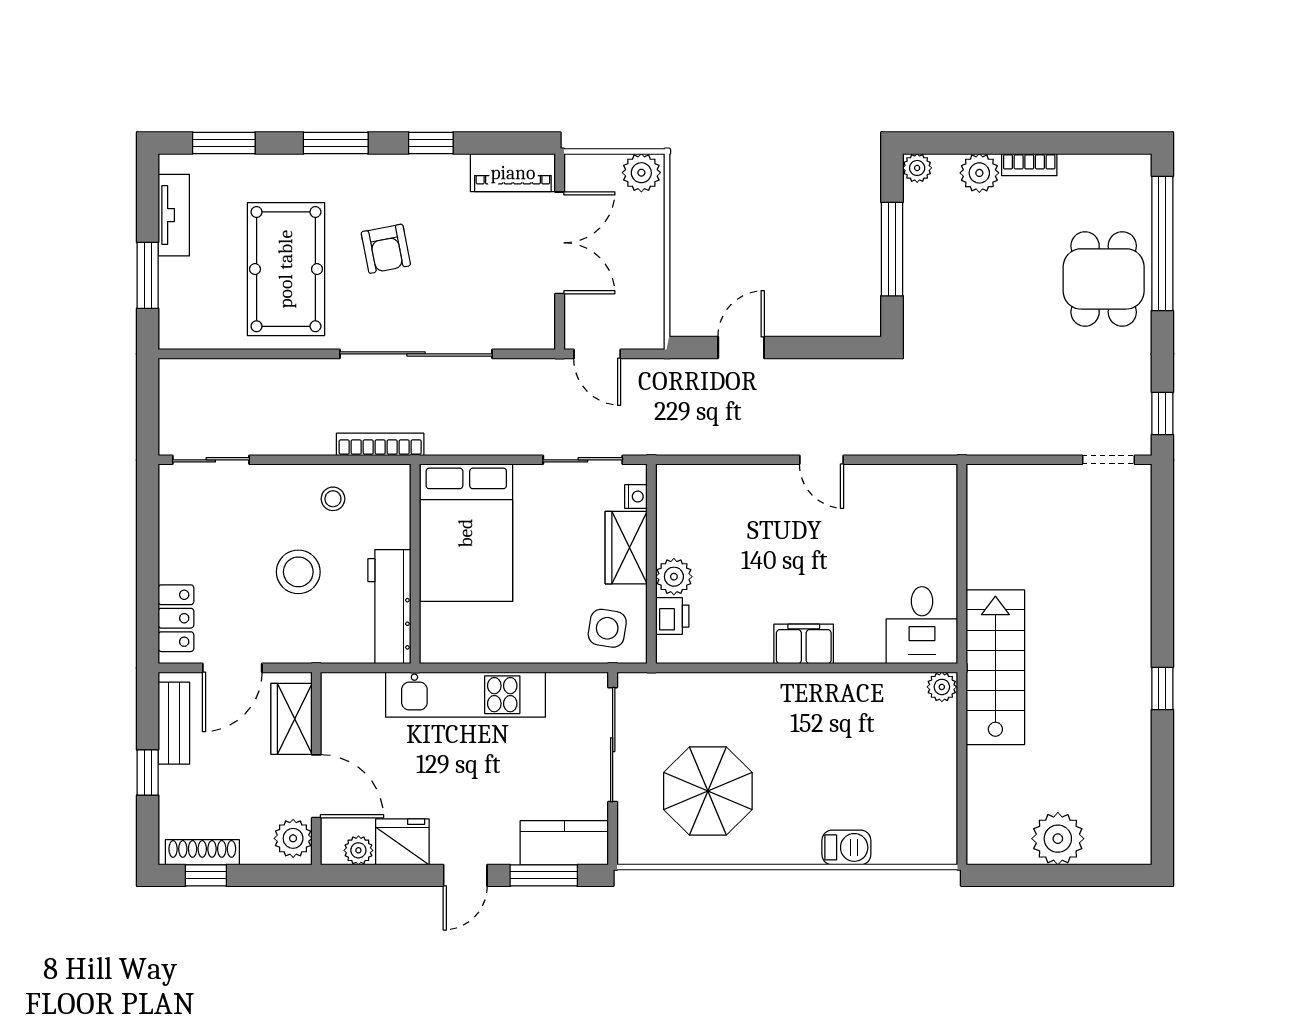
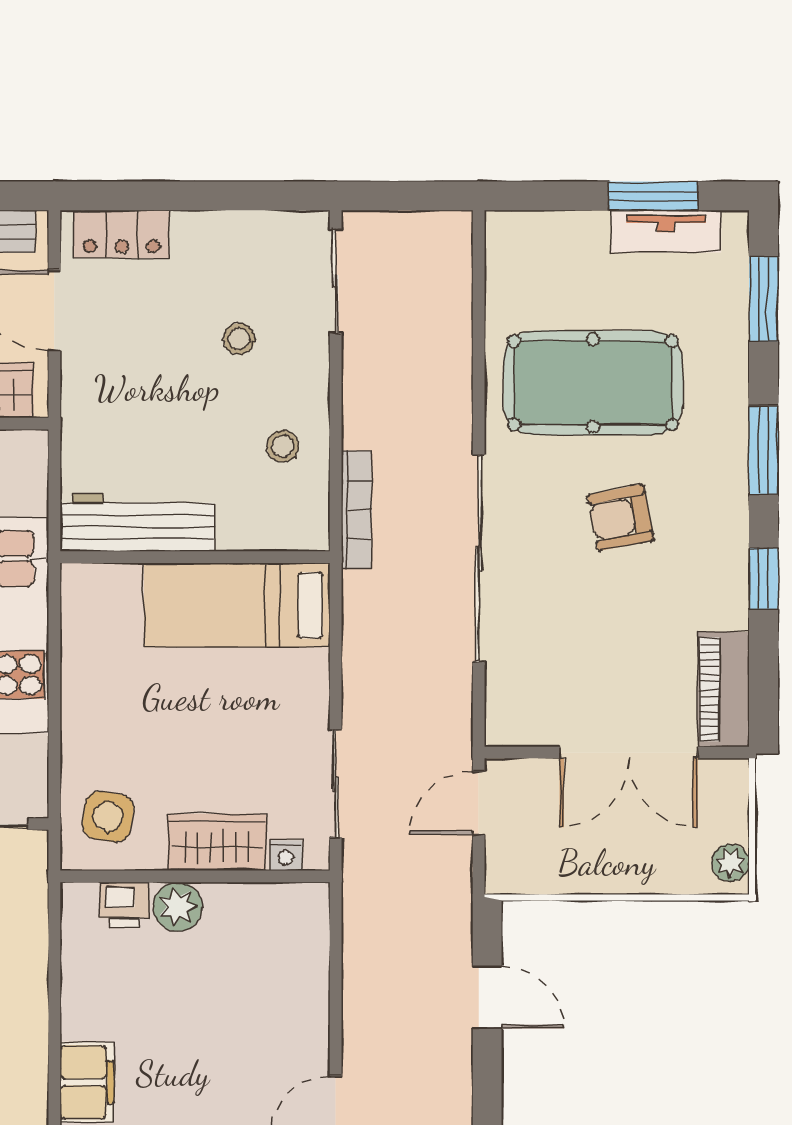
plant: (641, 173) -> (730, 863), width x0.73, depth x0.73
window: (148, 275) -> (653, 196), moved
bed: (466, 533) -> (237, 605), width x0.67
stool: (298, 572) -> (239, 339), moved, width x0.53, depth x0.53

